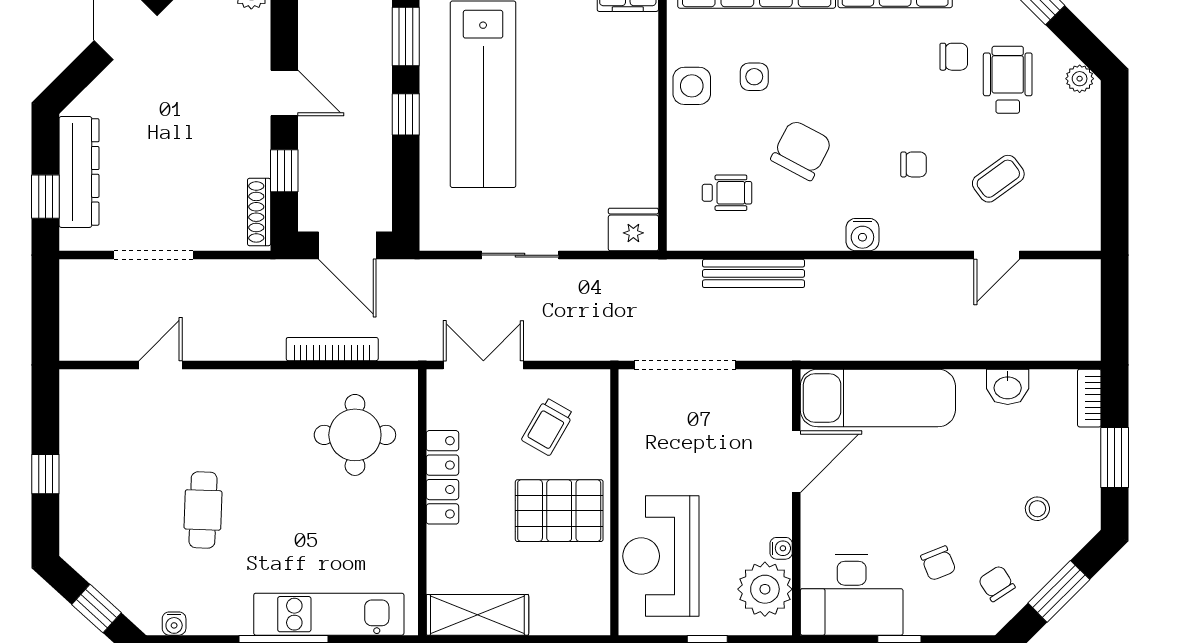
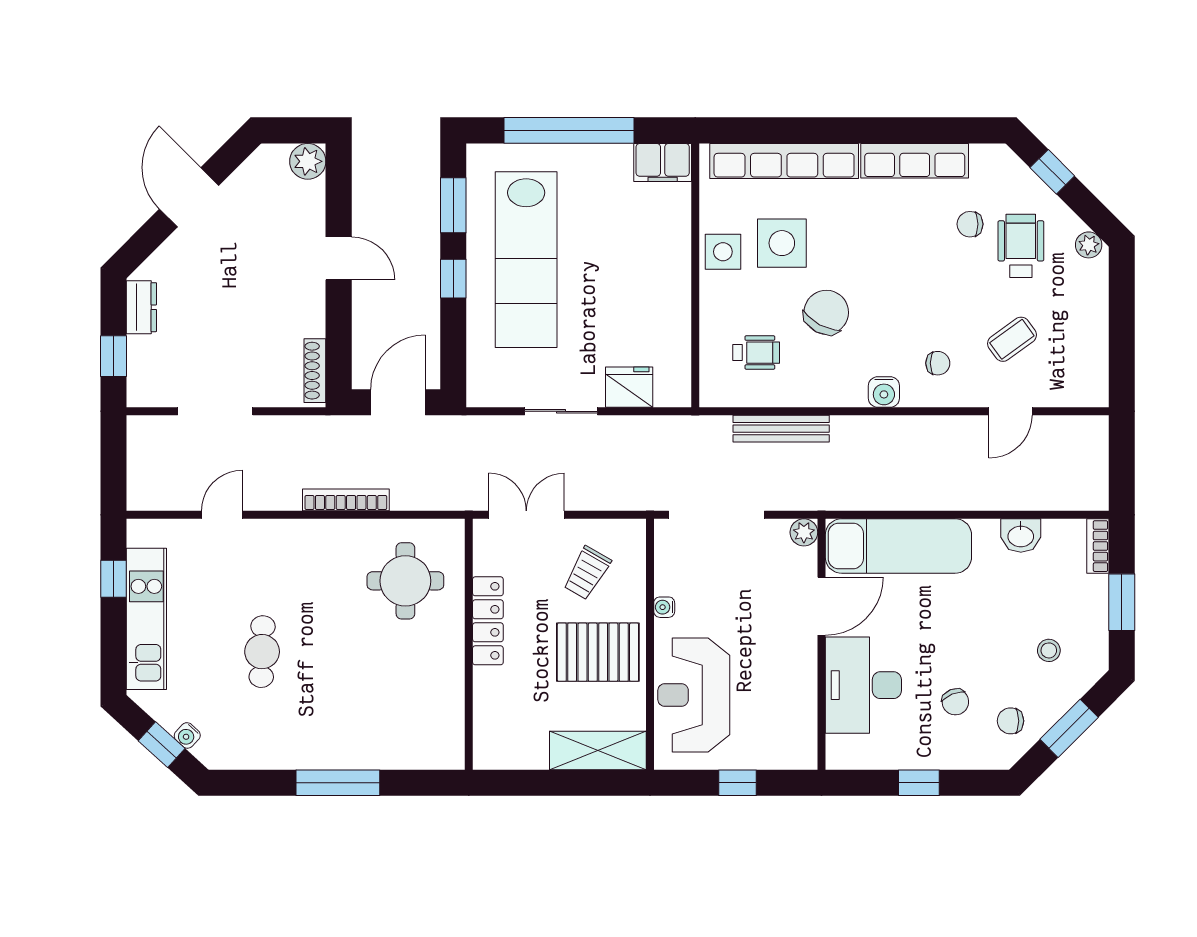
chair: (954, 57) -> (970, 224), turned 180
side table: (754, 77) -> (782, 243), width x1.87, depth x1.87
chair: (914, 164) -> (938, 363), moved
window: (284, 171) -> (339, 332), removed
dresser: (79, 172) -> (141, 307), width x0.51, depth x0.80
fridge: (633, 230) -> (629, 387), moved
door: (347, 245) -> (398, 402), swing flipped
bookcase: (332, 349) -> (346, 500), moved
window: (45, 474) -> (113, 579), moved
water cooler: (781, 548) -> (664, 607), moved, turned 180
chair: (997, 583) -> (1010, 721), turned -57
plant: (765, 589) -> (804, 532), moved, width x0.53, depth x0.53
desk: (852, 595) -> (863, 685), moved, turned 90
kitchen unit: (329, 614) -> (146, 619), moved, turned 90
shelving: (477, 615) -> (598, 751), moved
water cooler: (174, 624) -> (187, 735), moved, turned 42

